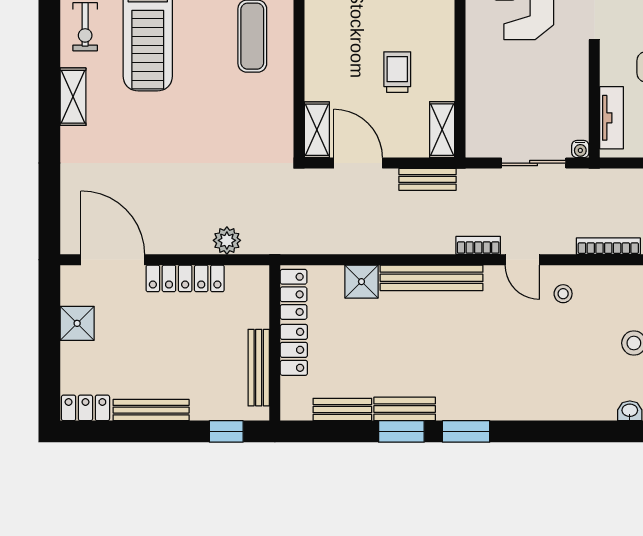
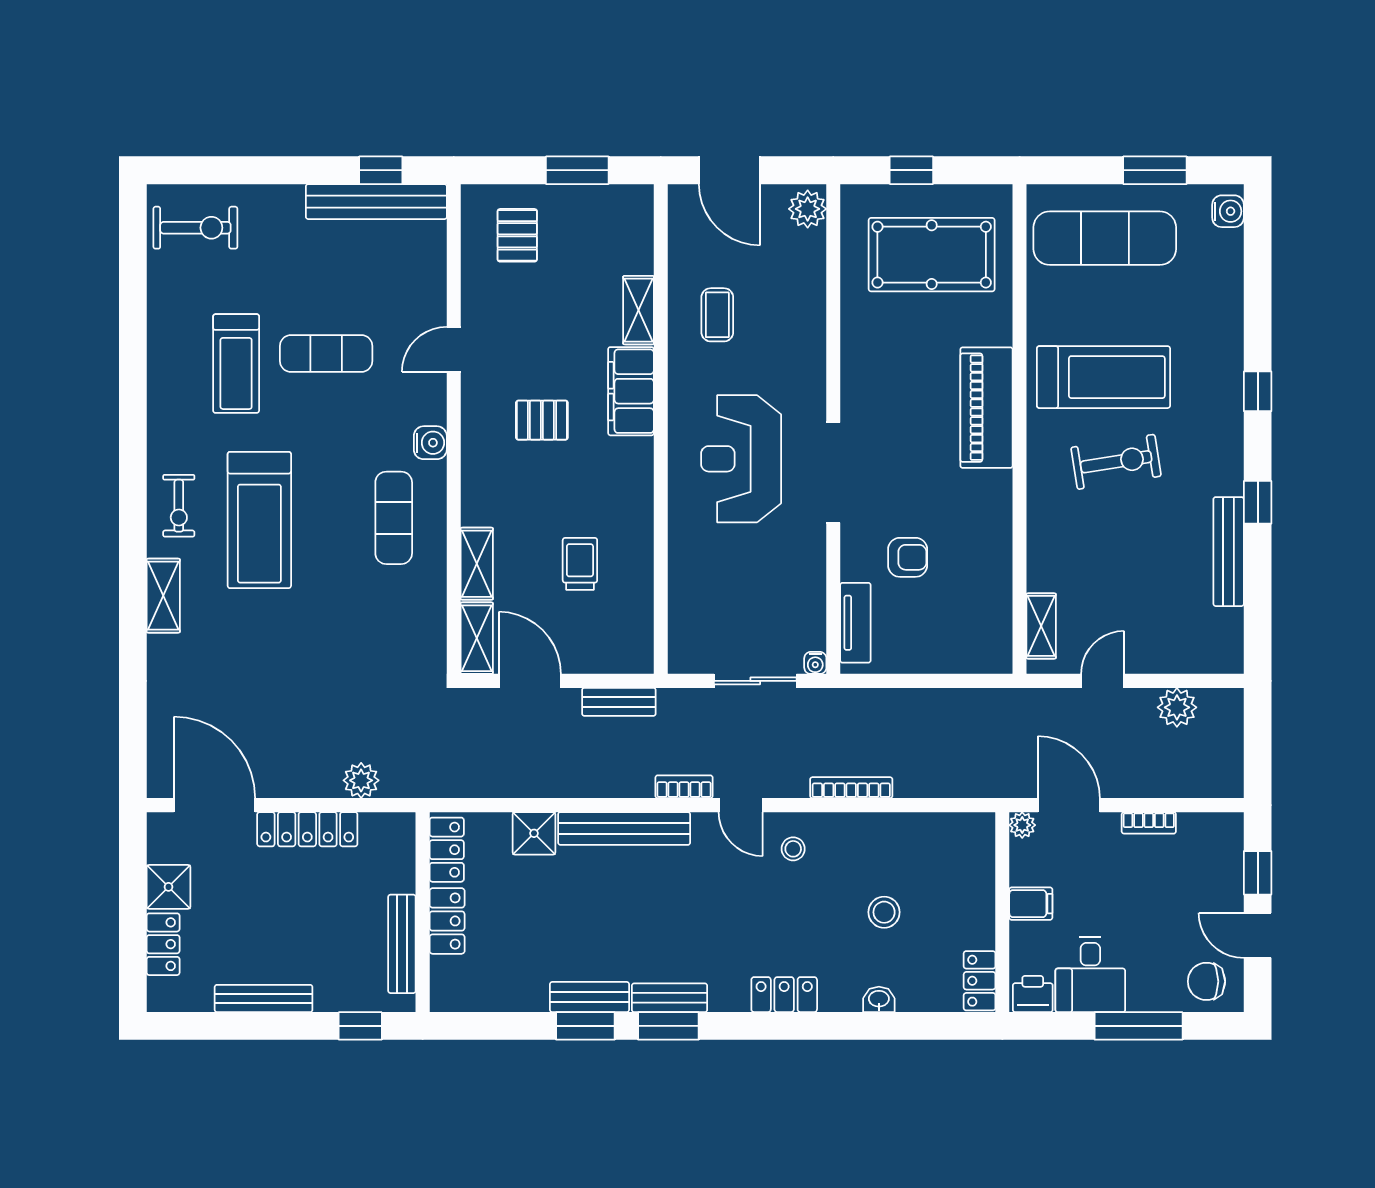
shelving: (442, 130) -> (477, 564), moved
locker: (556, 407) -> (784, 995), added
locker: (85, 408) -> (163, 944), moved, turned 90
bench: (342, 410) -> (670, 998), moved

